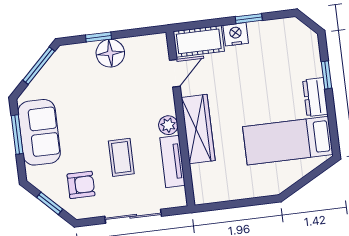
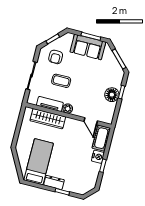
wardrobe: (198, 129) -> (48, 119), moved

